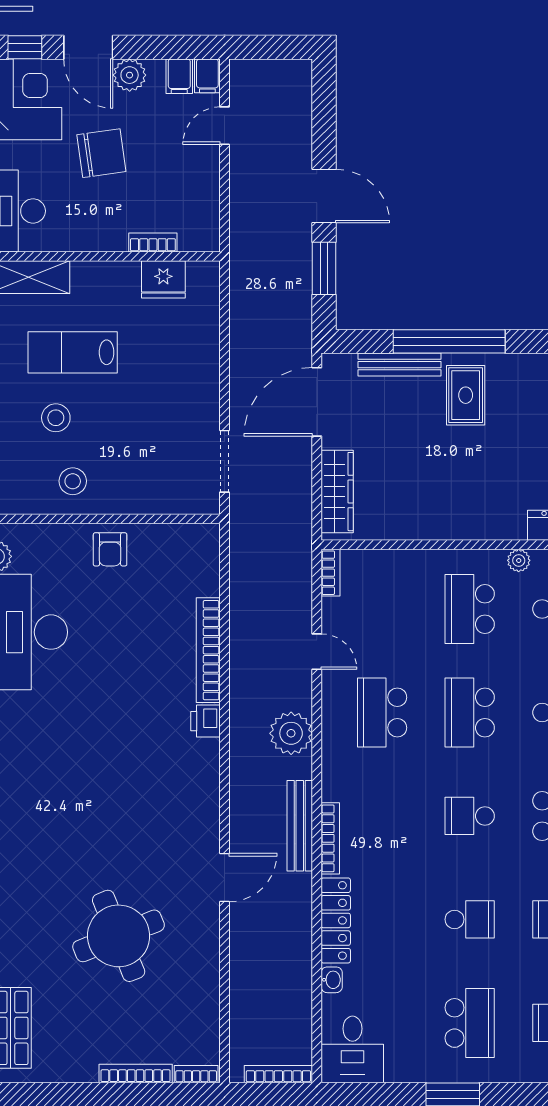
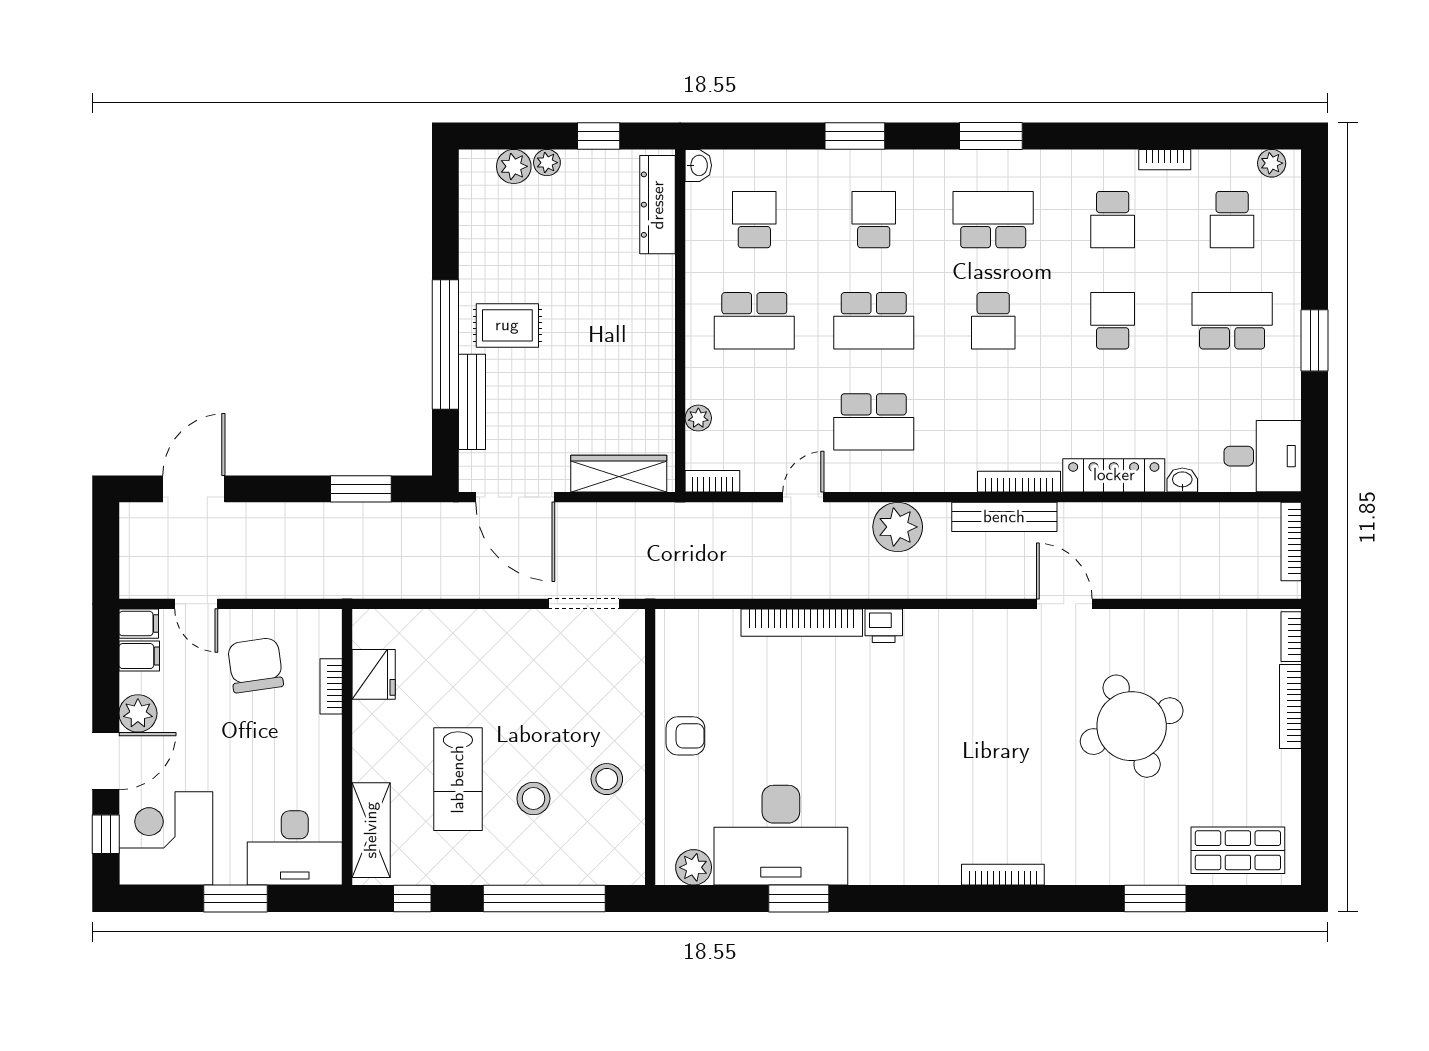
chair: (101, 153) -> (255, 665), moved
door: (324, 196) -> (194, 489), moved
plant: (519, 560) -> (698, 418), moved

